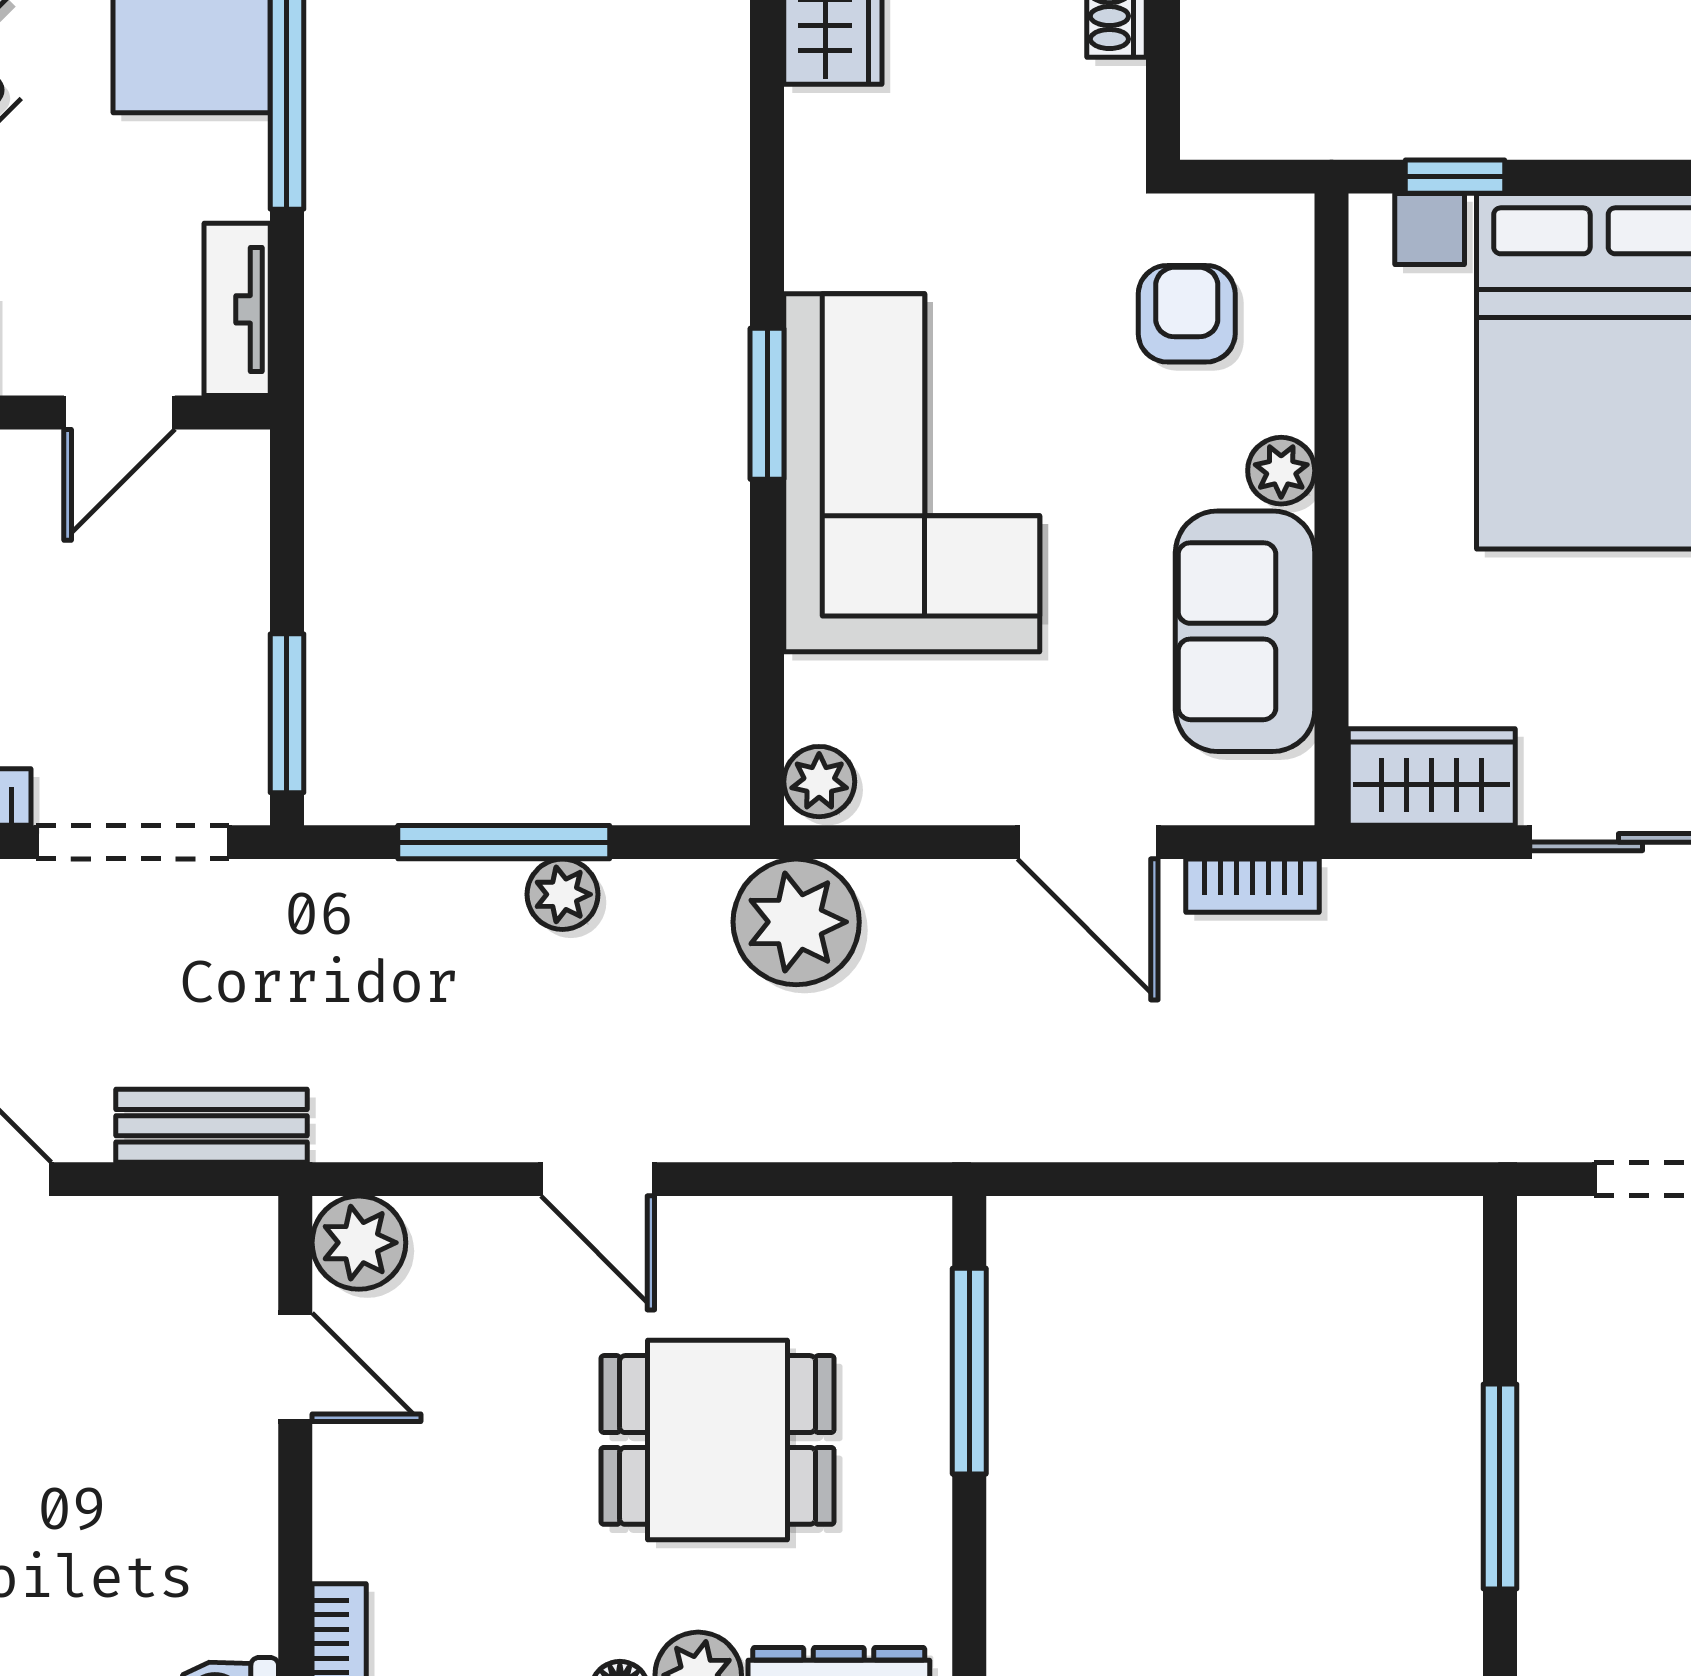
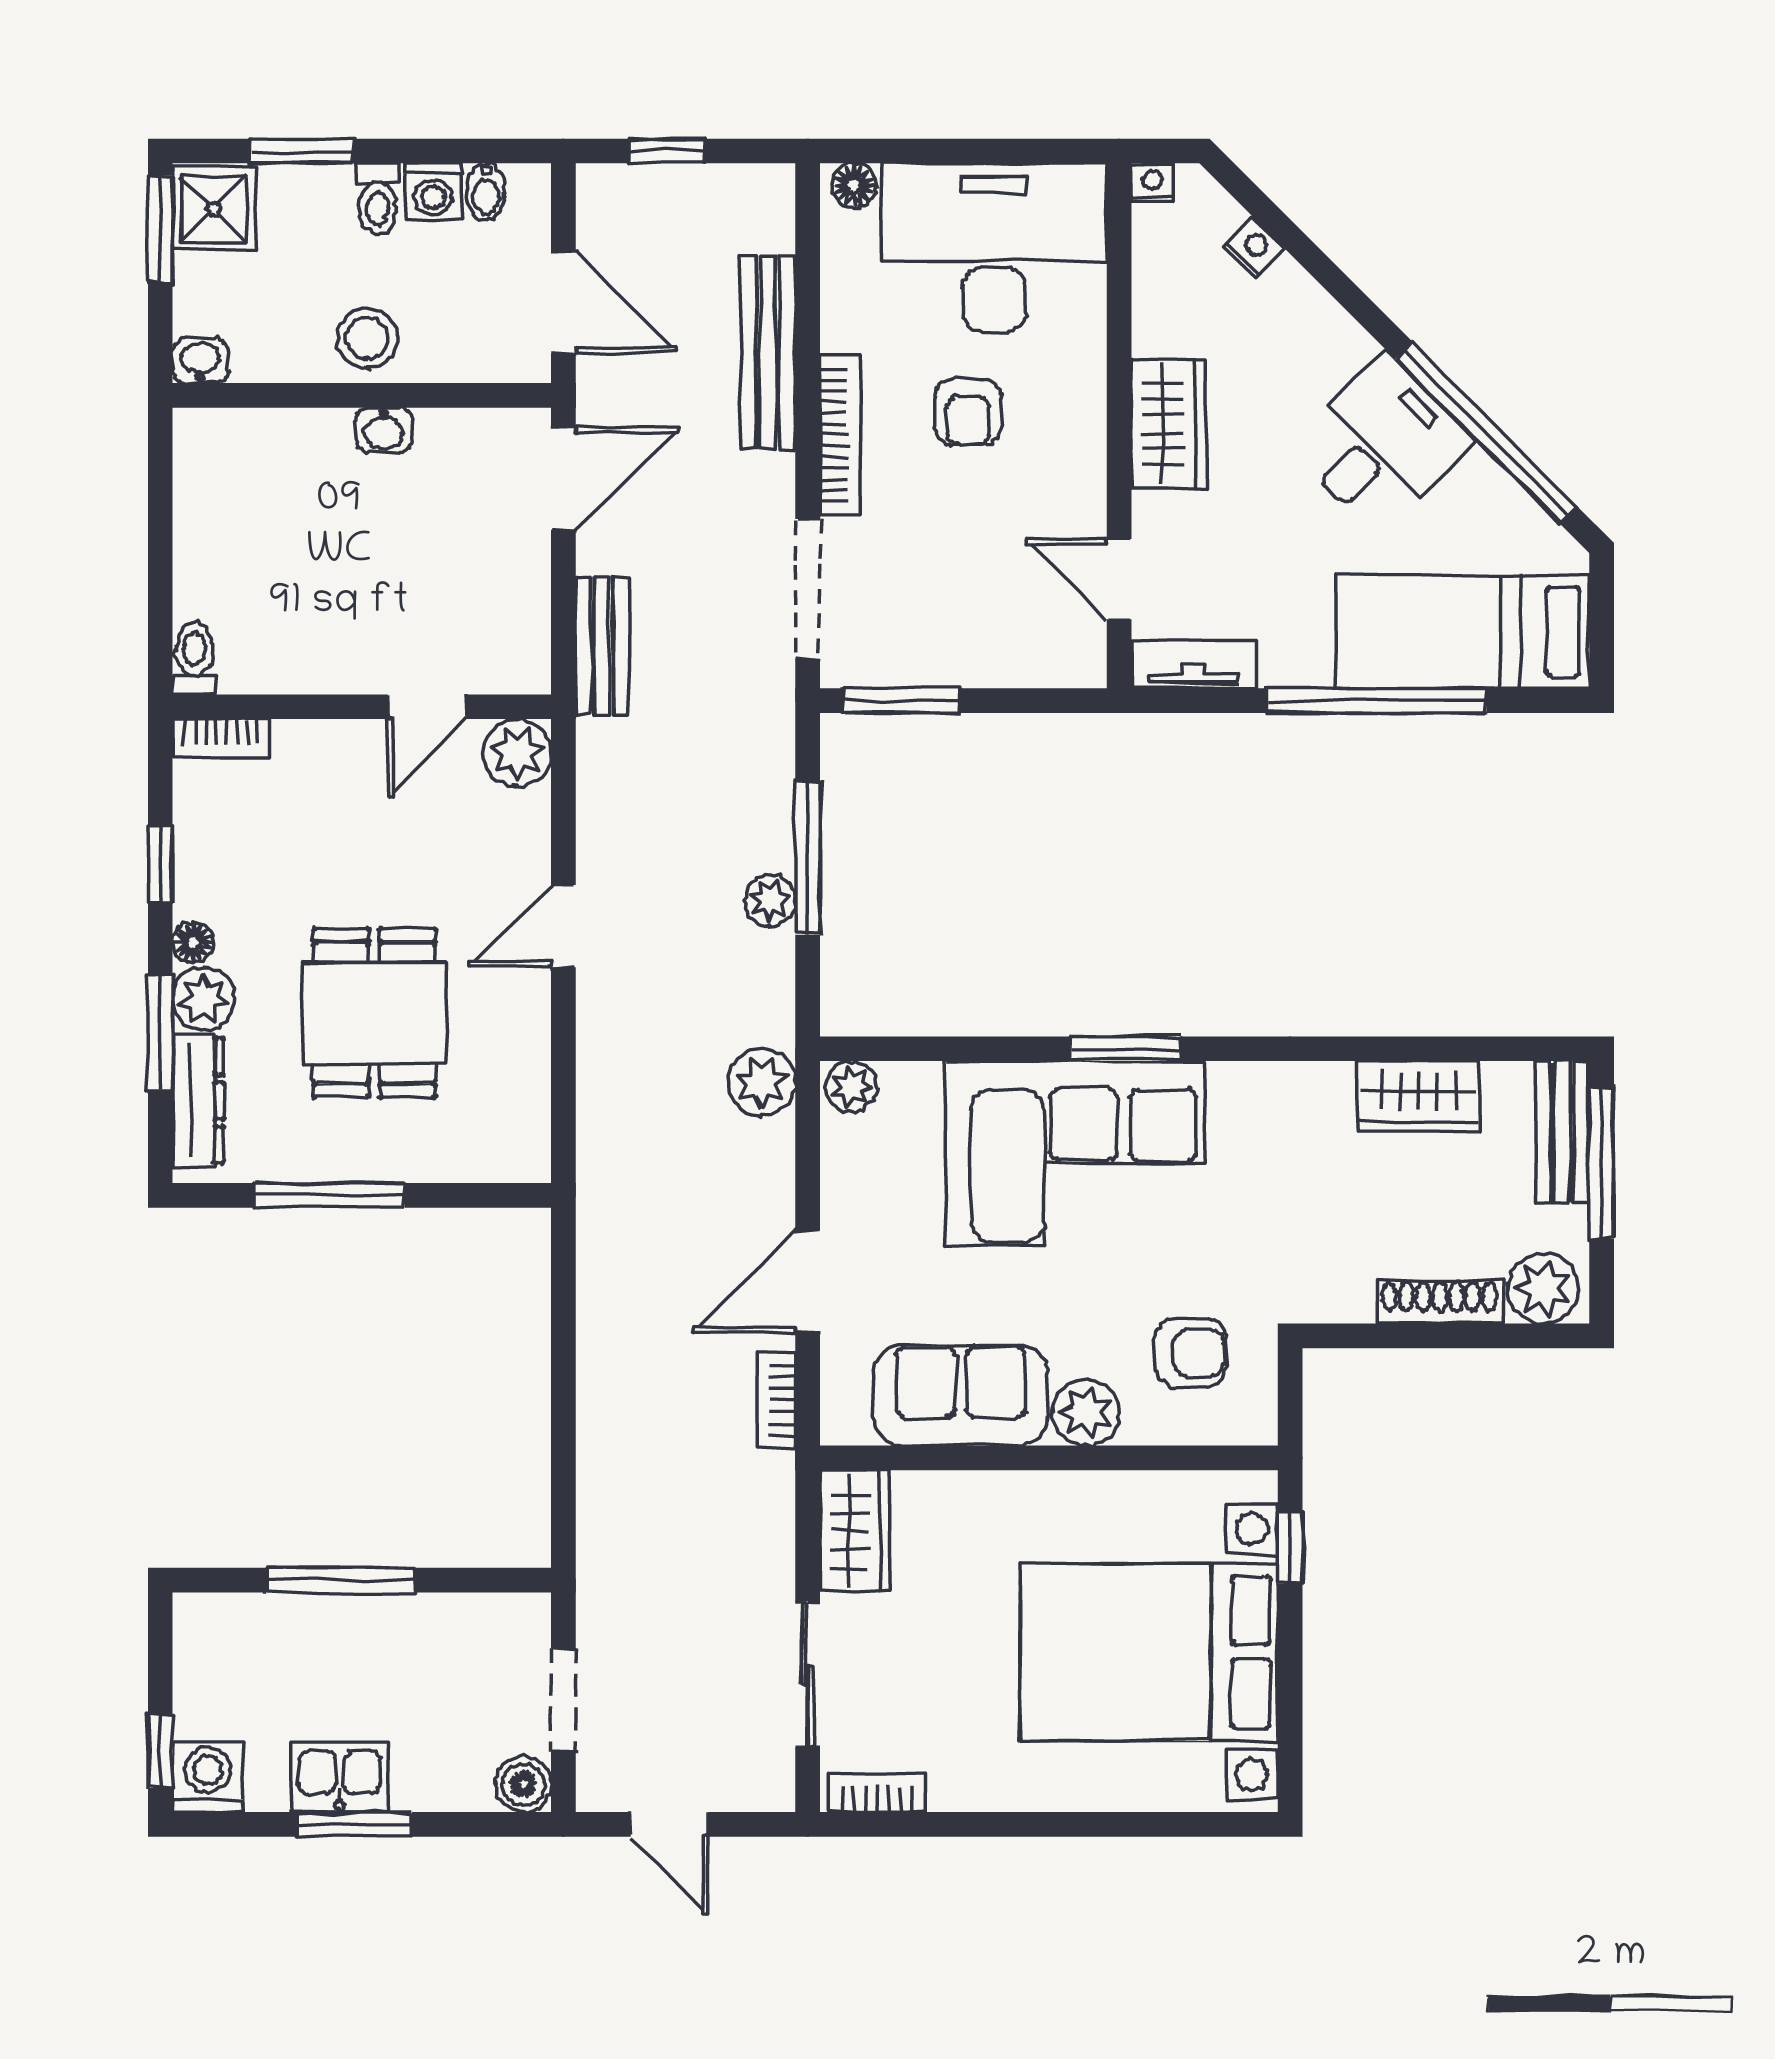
plant: (1281, 471) -> (1086, 1412), width x1.38, depth x1.38
plant: (796, 922) -> (762, 1082), width x0.73, depth x0.73
window: (969, 1371) -> (330, 1195), moved

